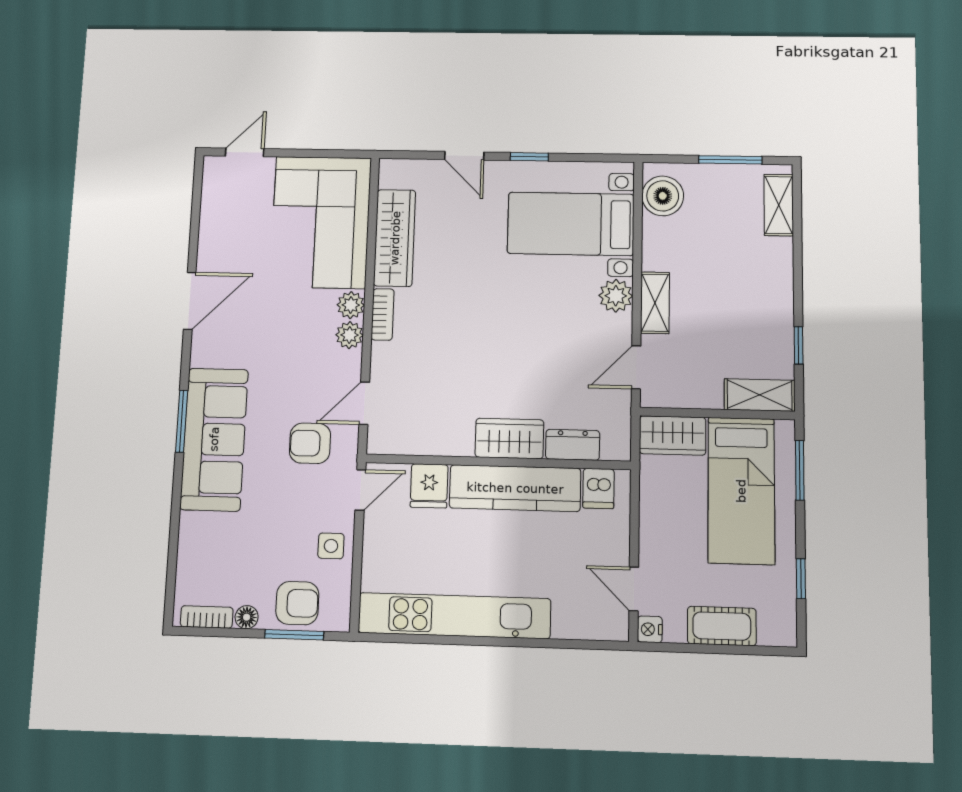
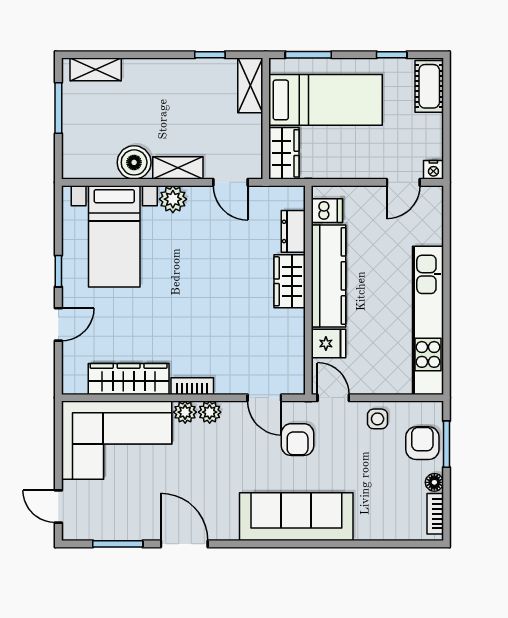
boiler: (663, 196) -> (134, 162), moved
window: (182, 421) -> (118, 544), moved
cot: (722, 626) -> (429, 86), moved

